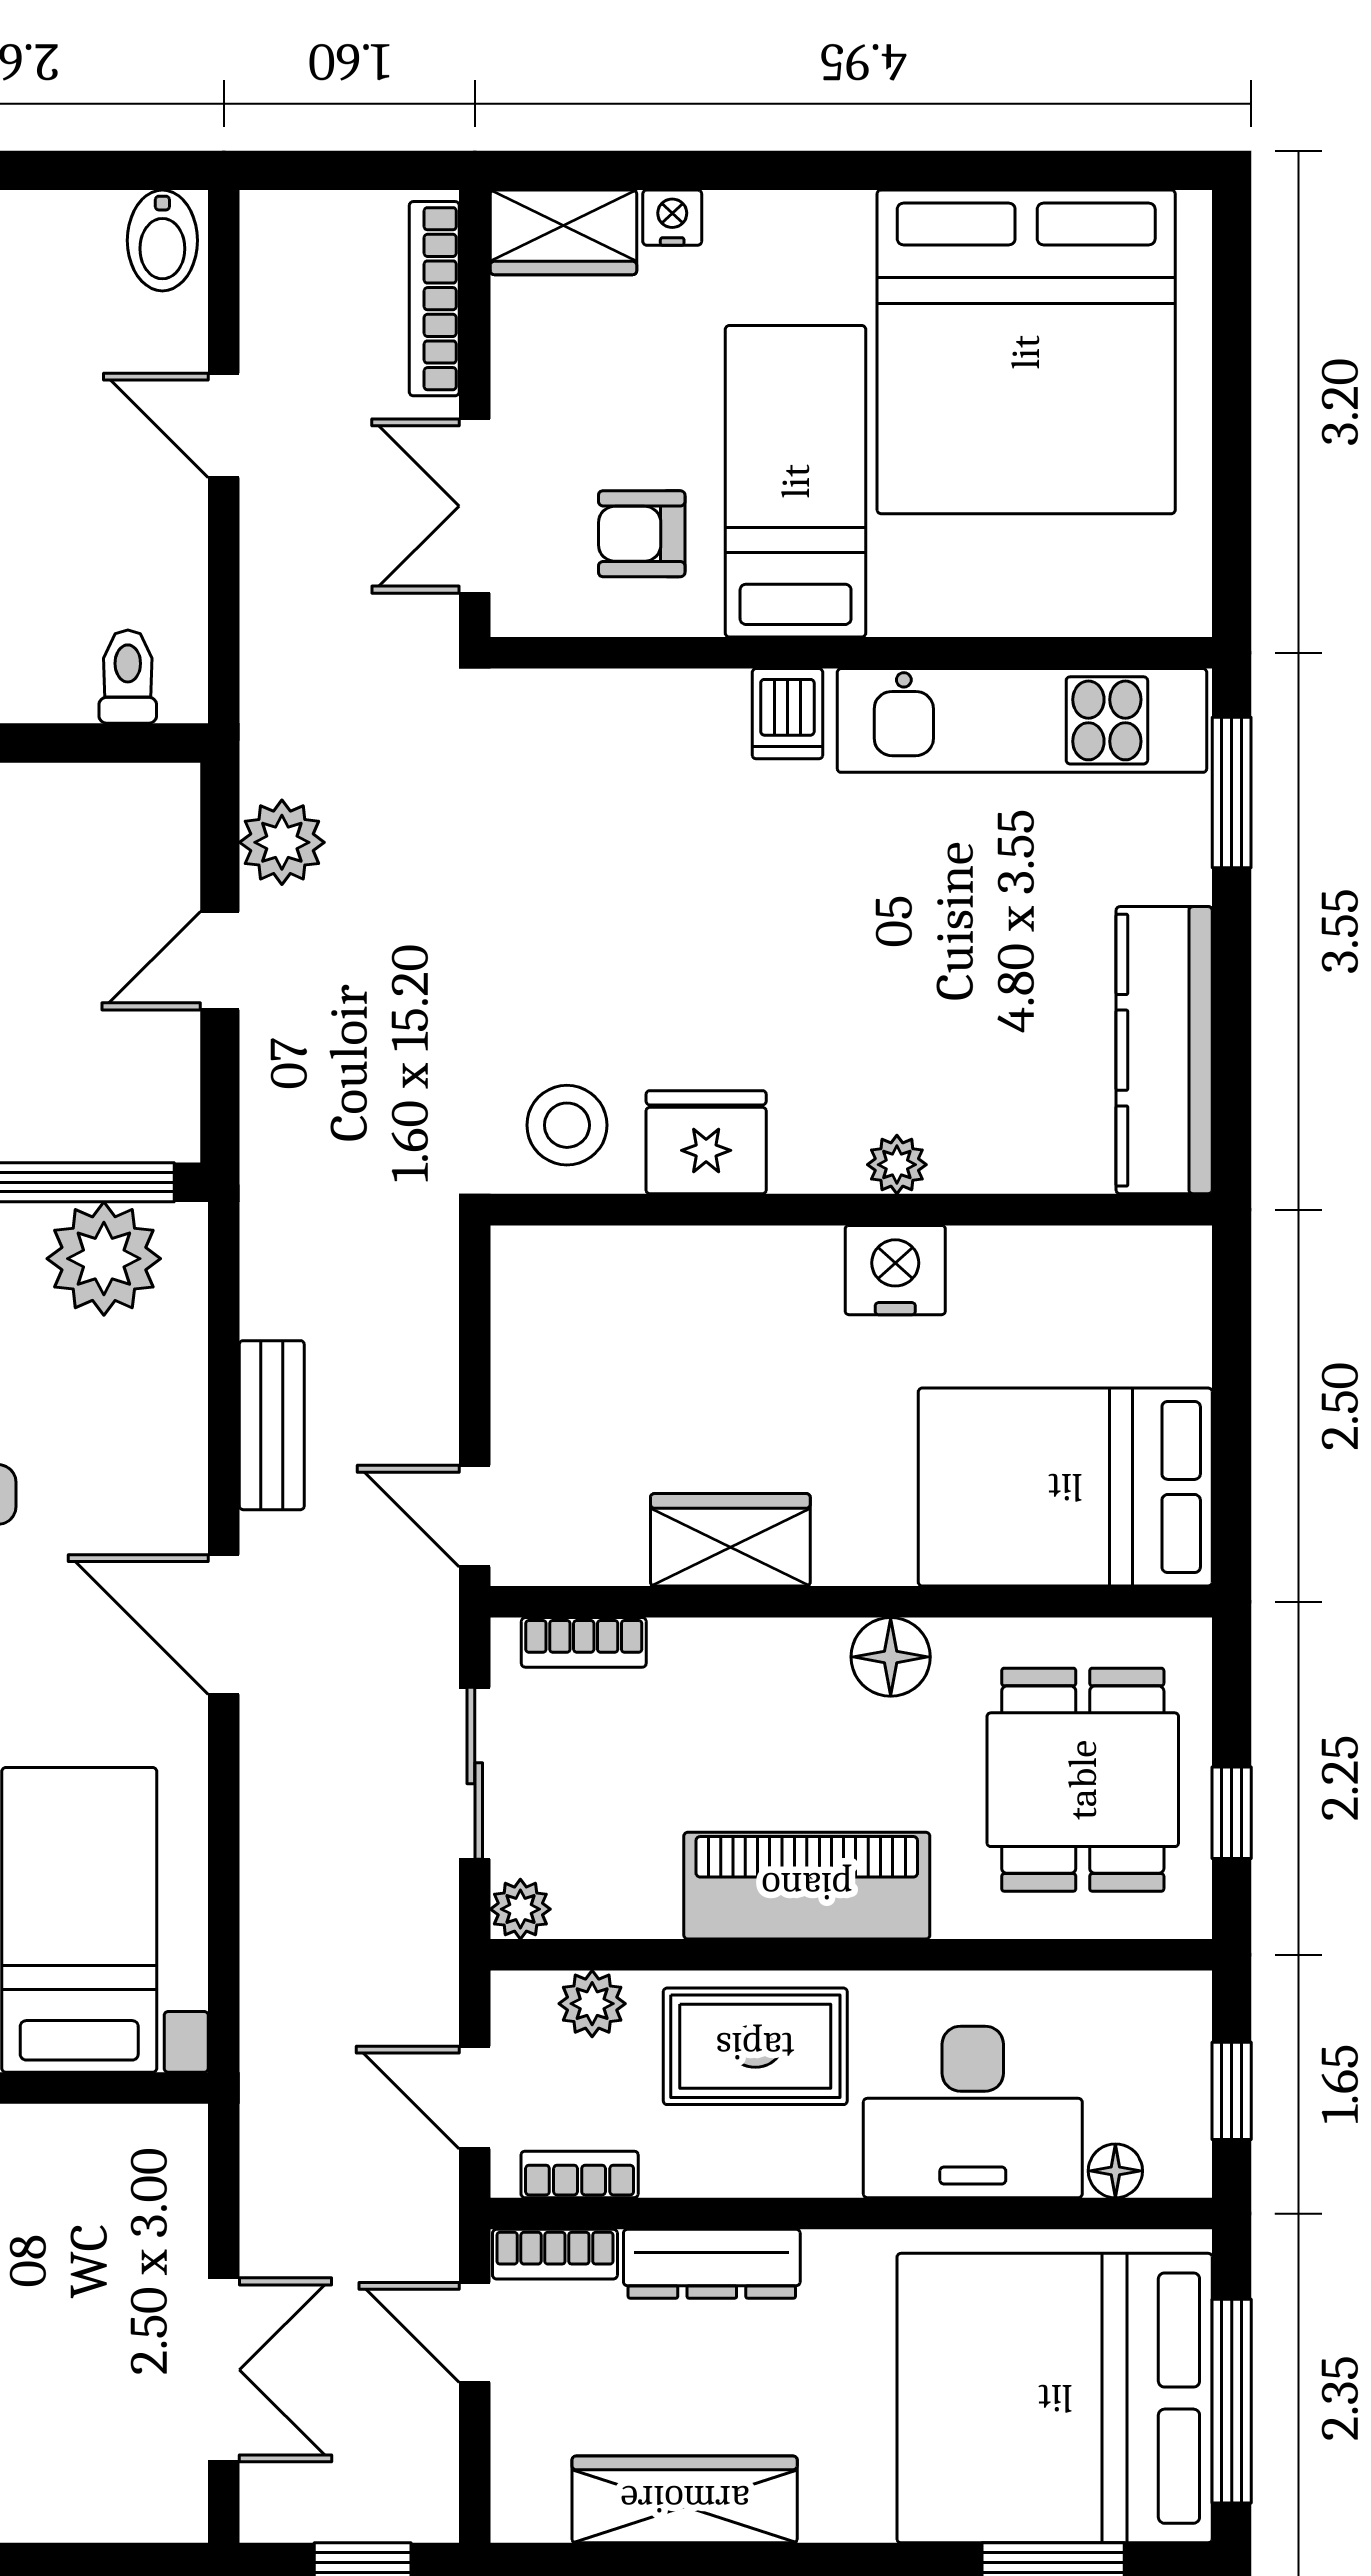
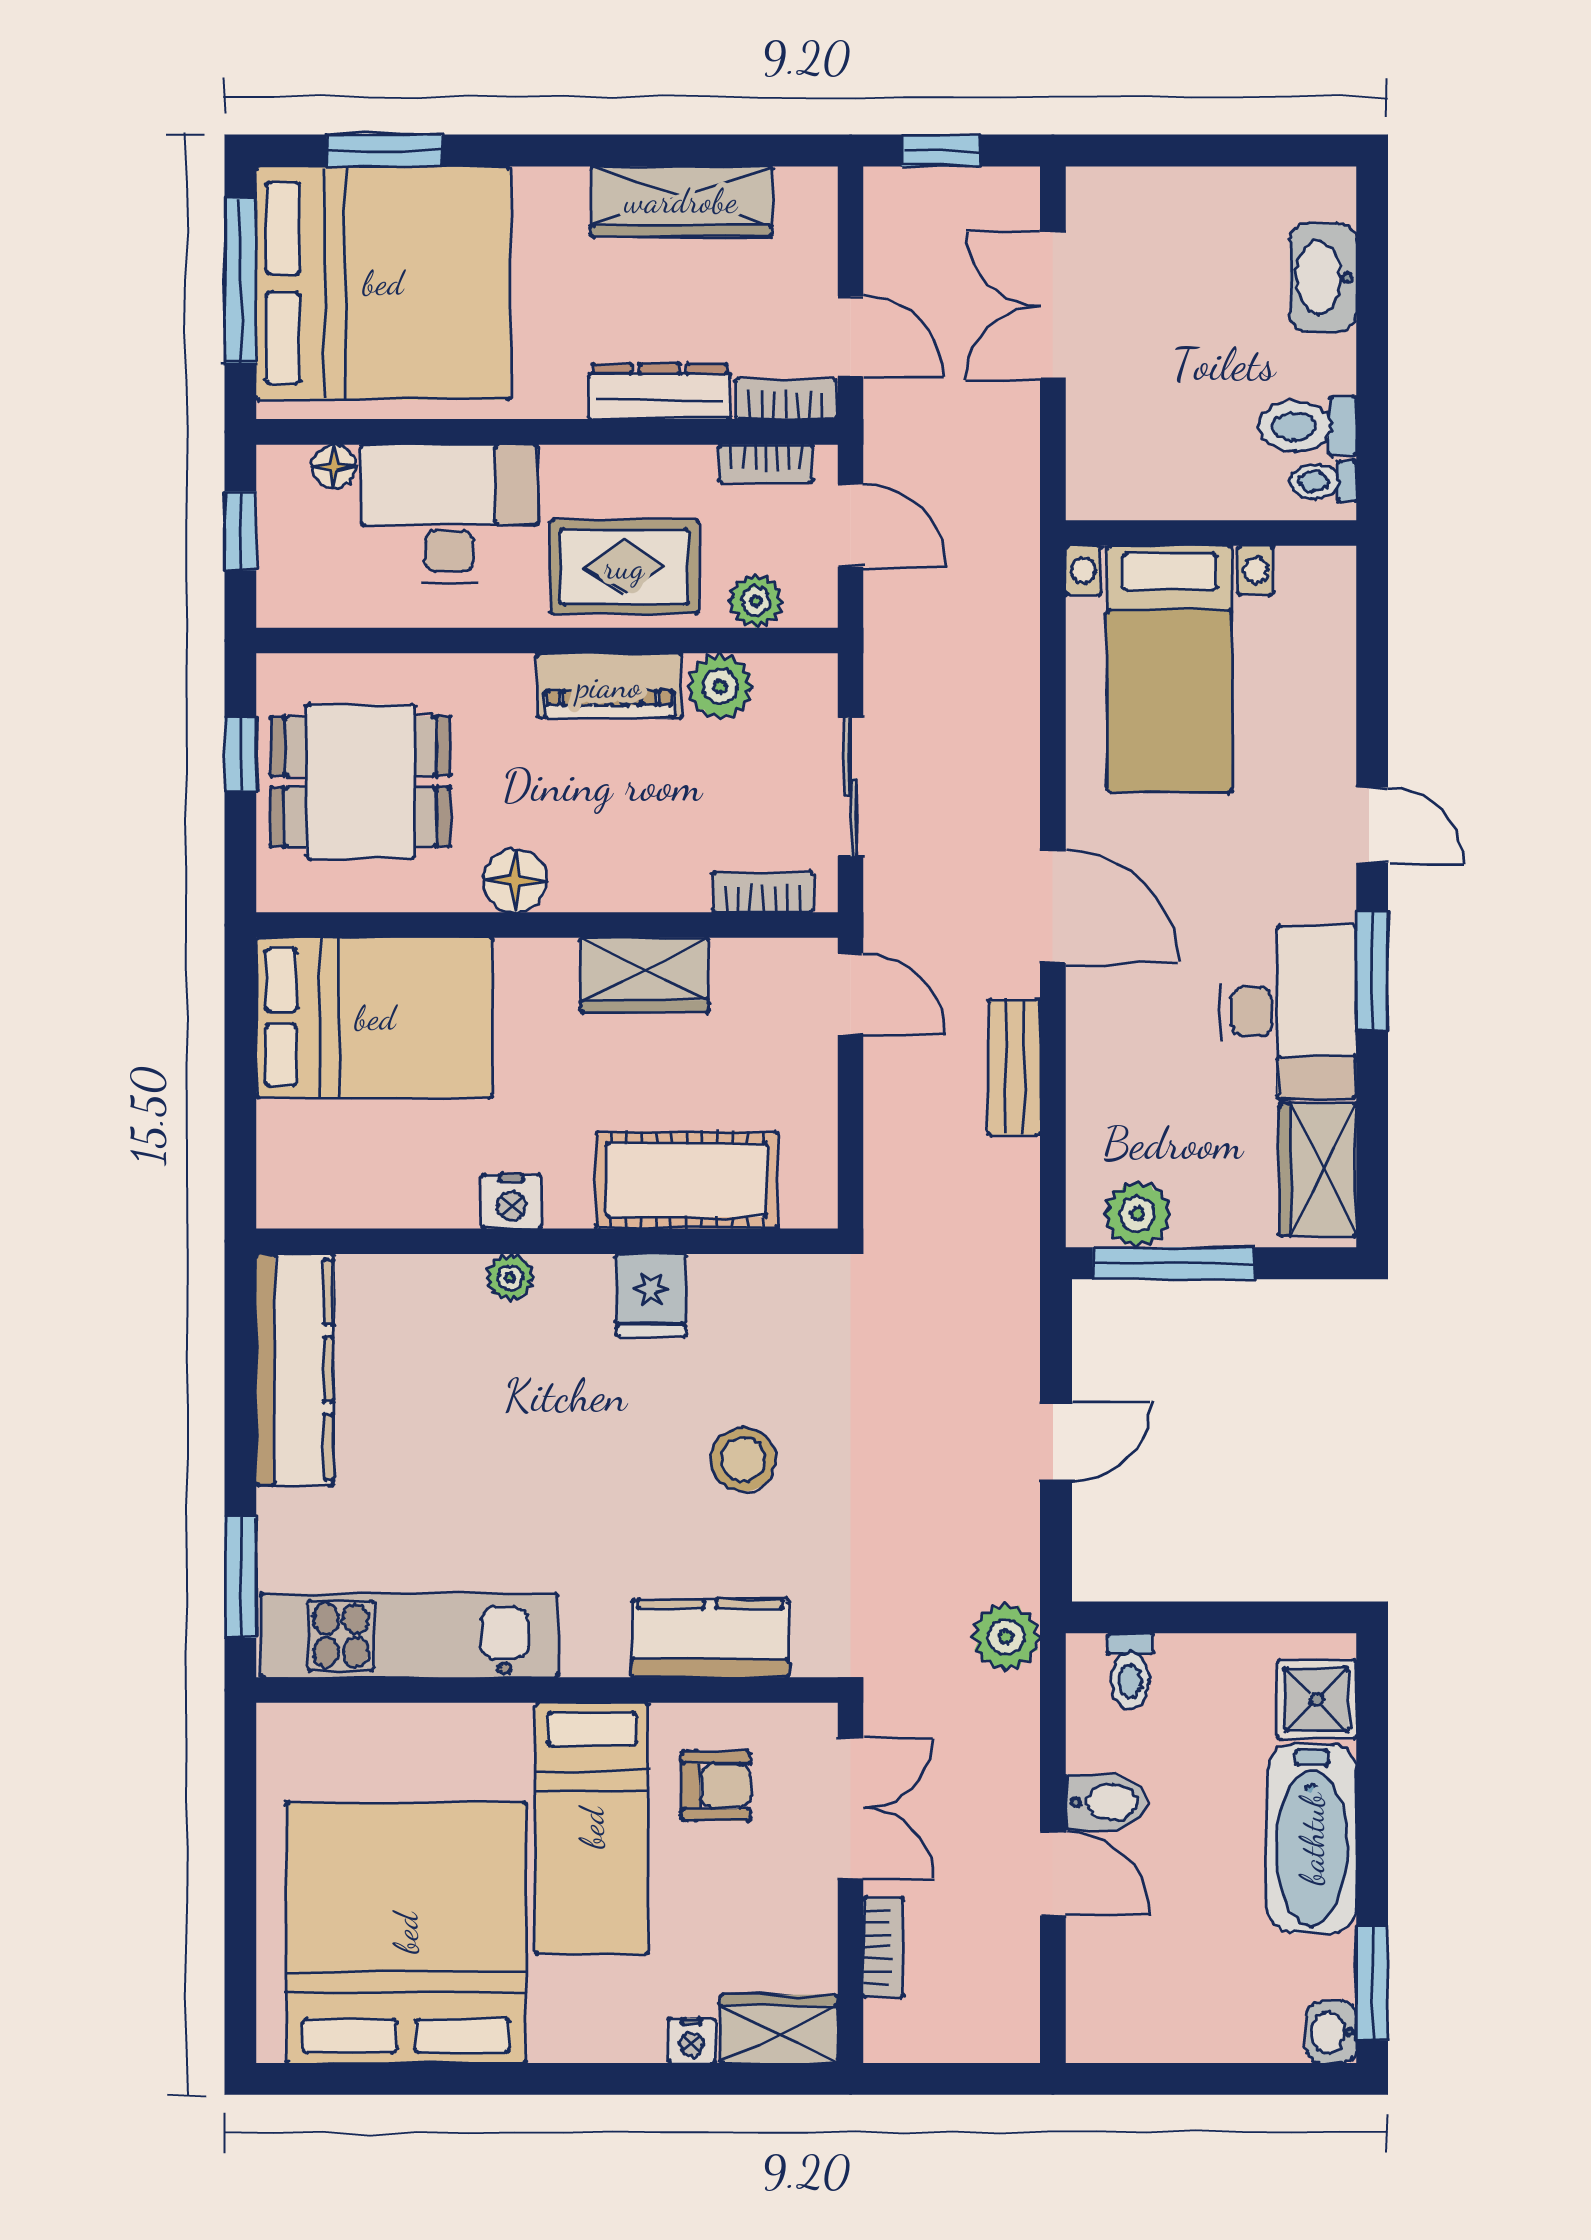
bidet: (162, 240) -> (1106, 1802), moved, turned 90
bookcase: (434, 299) -> (883, 1947), width x0.64
dishwasher: (787, 714) -> (598, 1641), removed
kitchen counter: (649, 717) -> (710, 1638), added
plant: (282, 842) -> (1006, 1637), moved
stool: (567, 1125) -> (743, 1459), moved
fridge: (706, 1142) -> (651, 1295), width x0.72
plant: (104, 1259) -> (1137, 1214), width x0.73, depth x0.73
nightstand: (895, 1270) -> (512, 1201), width x0.74, depth x0.75
cot: (678, 1285) -> (687, 1180), added
dining table: (1083, 1780) -> (360, 782), turned 90
piano: (807, 1886) -> (609, 686), width x0.73, depth x0.75
plant: (520, 1909) -> (720, 686), moved, width x1.38, depth x1.38

